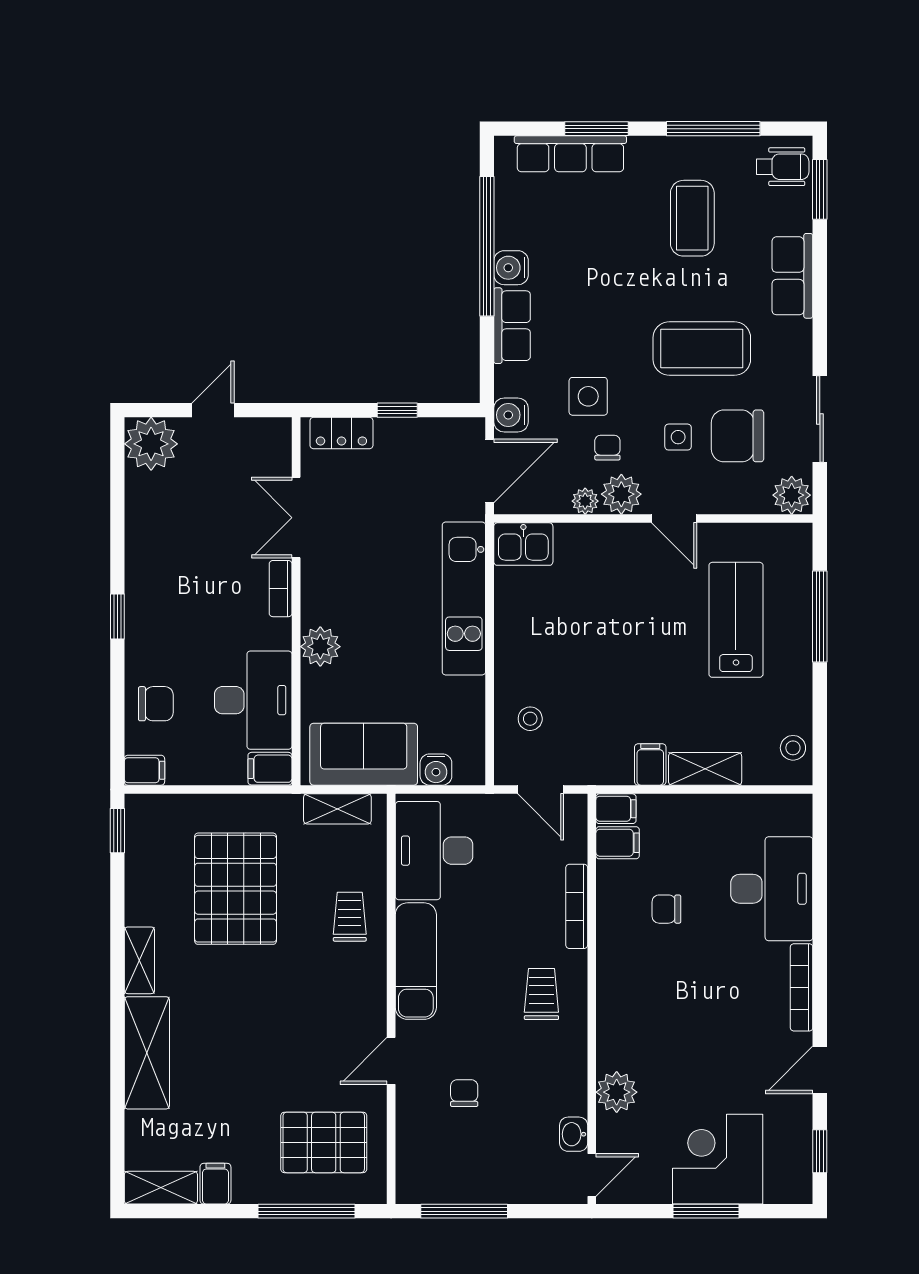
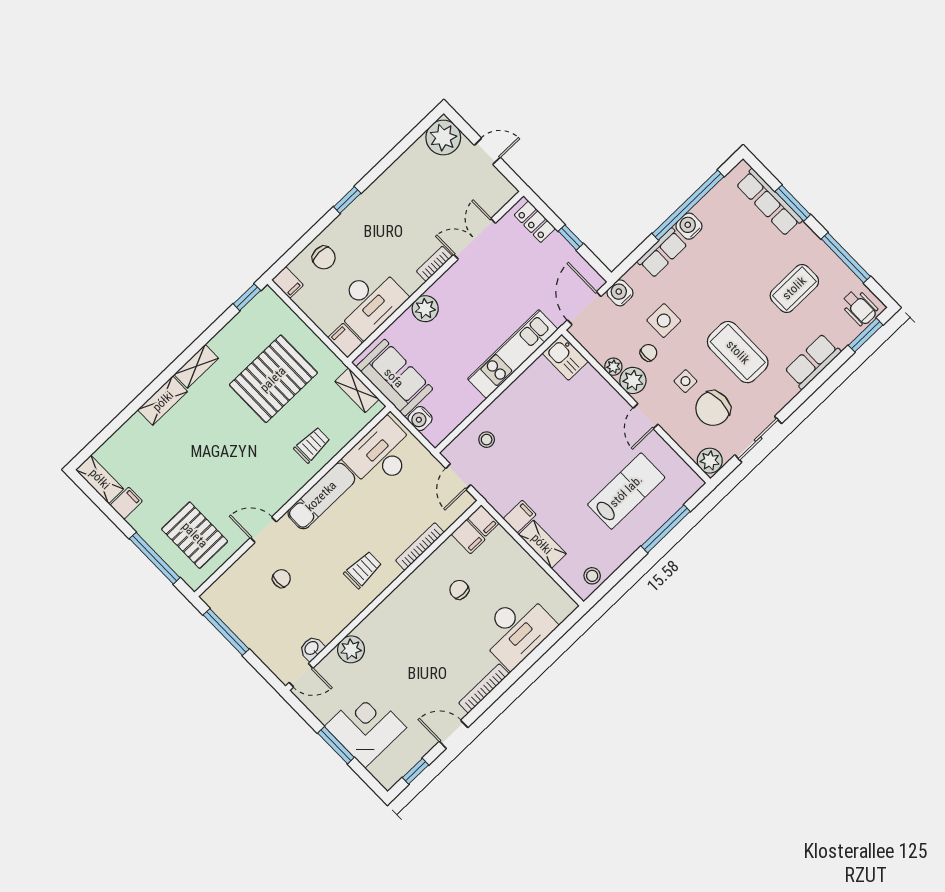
chair: (737, 436) -> (713, 408), turned -90
door: (490, 471) -> (584, 308), swing flipped
shelving: (147, 1053) -> (163, 401), width x0.67, depth x0.75

